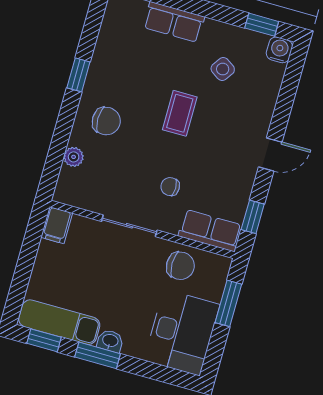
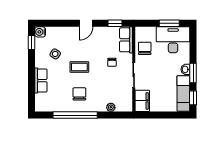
window: (78, 75) -> (75, 115), width x3.17
chair: (106, 121) -> (79, 94), moved
door: (270, 154) -> (86, 23), swing flipped
filing cabinet: (57, 225) -> (142, 101), width x2.00
window: (228, 303) -> (169, 23), moved

